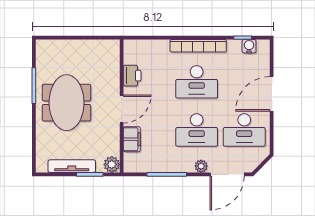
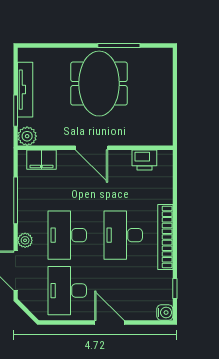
water cooler: (249, 46) -> (165, 312), moved
printer: (132, 76) -> (144, 160), moved
door: (272, 94) -> (109, 323), width x0.73
meeting table: (67, 103) -> (99, 84), turned 90
filing cabinet: (132, 139) -> (41, 160), moved

